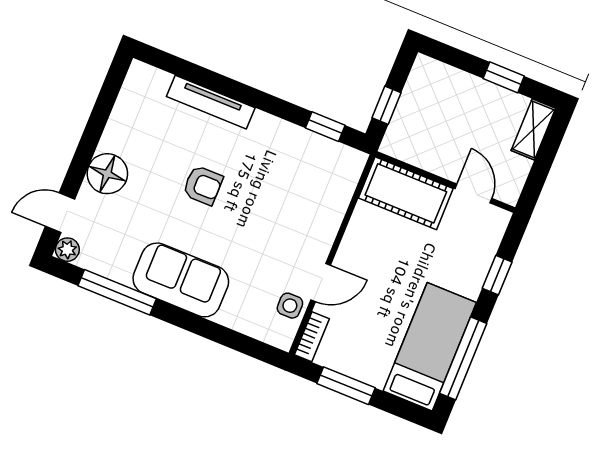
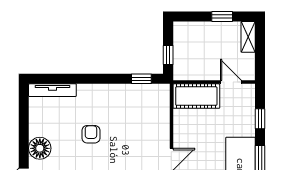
tv unit: (211, 102) -> (52, 90), moved
armchair: (203, 185) -> (91, 134), turned -90

